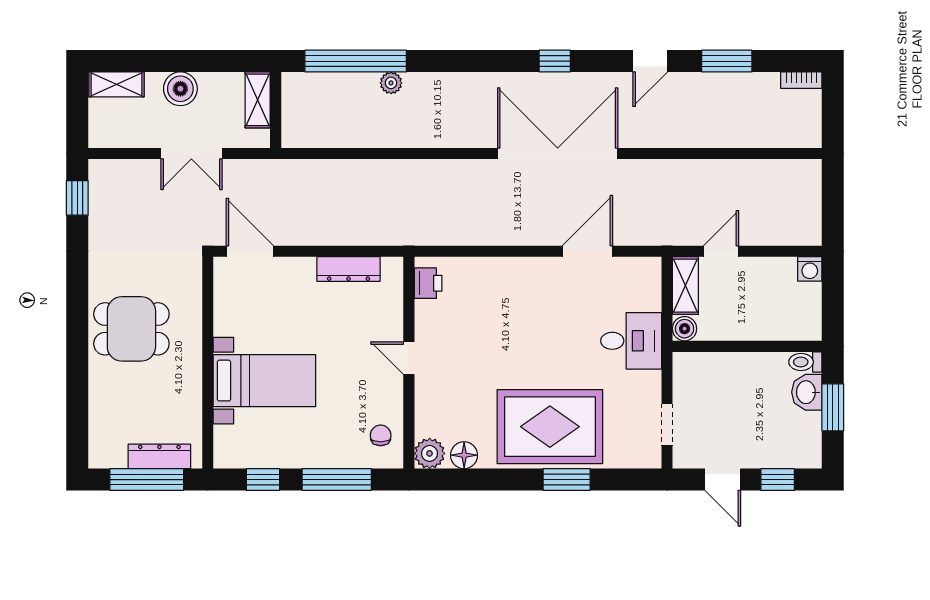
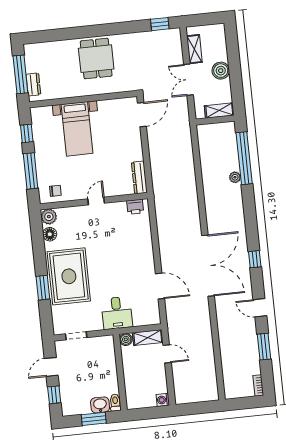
shelving: (116, 84) -> (194, 49), moved
dresser: (349, 269) -> (139, 177), moved
dresser: (159, 456) -> (33, 84), width x0.70

